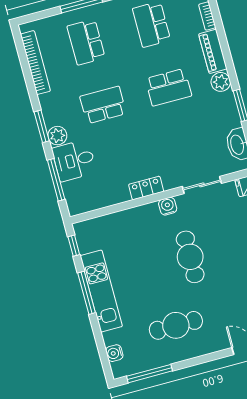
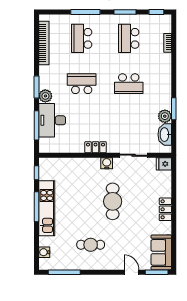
piano: (213, 51) -> (165, 68), removed
plant: (221, 82) -> (165, 116), moved
desk: (74, 160) -> (52, 120), width x1.37
cafe table: (176, 325) -> (91, 245), width x0.73, depth x0.74

